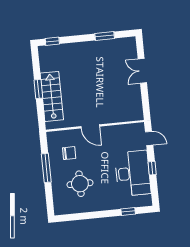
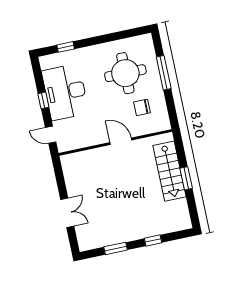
window: (52, 41) -> (153, 241), moved
window: (46, 168) -> (164, 73), moved
round table: (80, 184) -> (125, 73), width x1.36, depth x1.36

